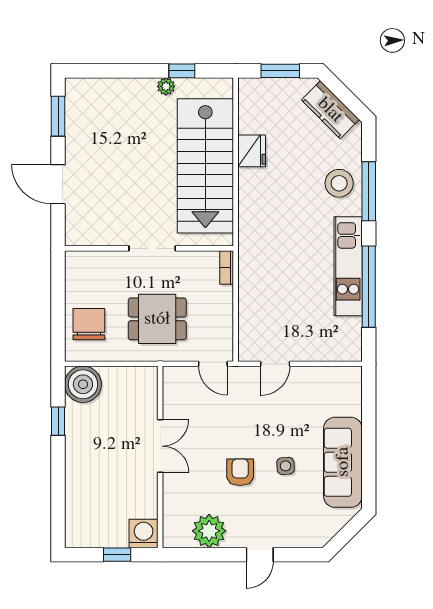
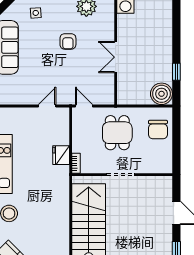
fridge: (252, 151) -> (61, 155), moved
dining table: (157, 319) -> (117, 133), turned 90
side table: (286, 466) -> (36, 13), moved

